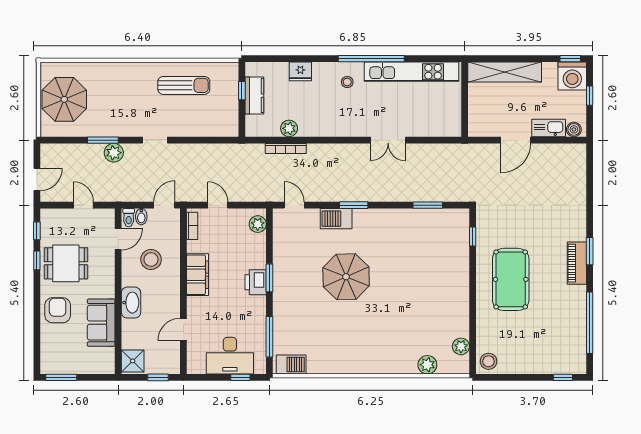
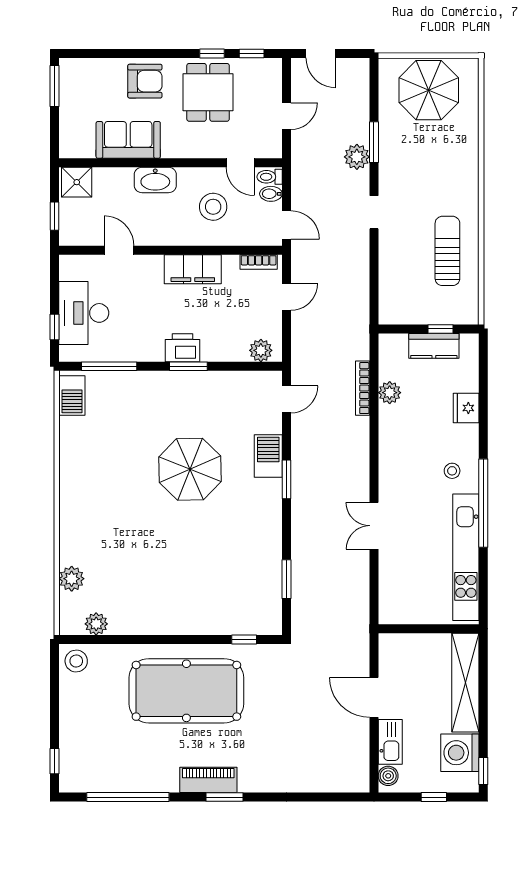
washing machine: (572, 76) -> (460, 753), moved
sun lounger: (184, 85) -> (447, 251), turned 180
pool table: (511, 279) -> (186, 691), width x1.36, depth x1.32

